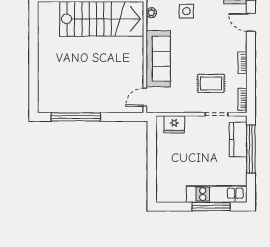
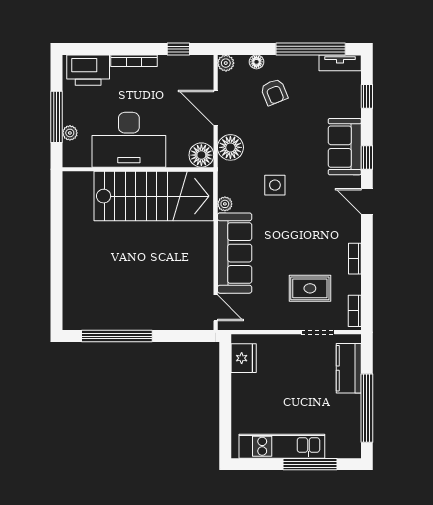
plant: (151, 13) -> (225, 204), moved
door: (145, 97) -> (216, 308), swing flipped
fridge: (174, 124) -> (244, 358), moved, turned -90
window: (251, 149) -> (367, 408), moved
kitchen unit: (217, 194) -> (282, 446), moved

